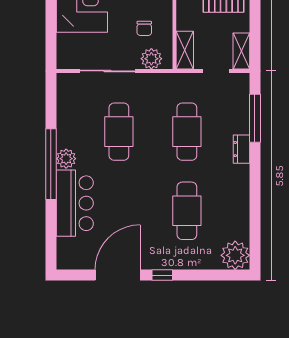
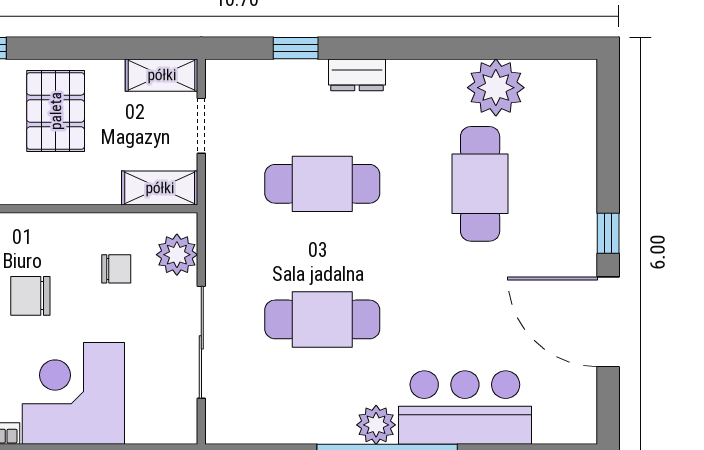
window: (255, 118) -> (296, 48), width x0.46
cafe table: (187, 211) -> (480, 184), turned 90
plant: (235, 255) -> (496, 88), moved

